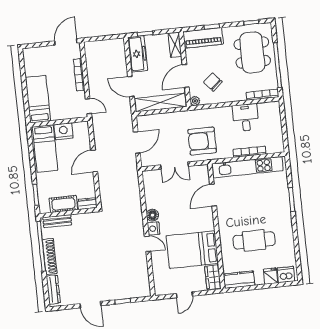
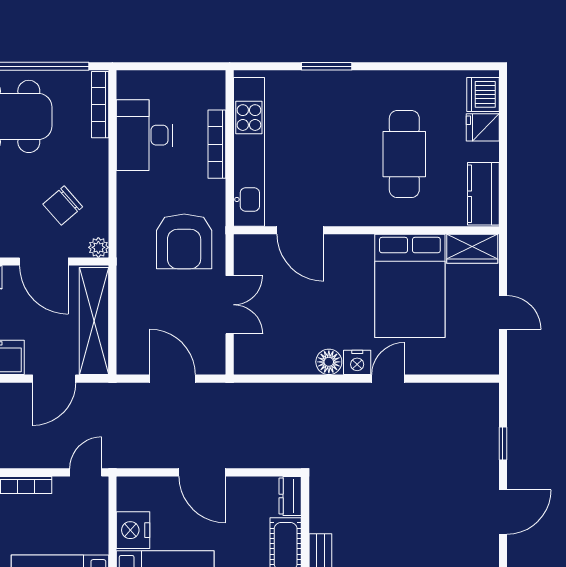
desk: (246, 118) -> (144, 135), width x1.37

